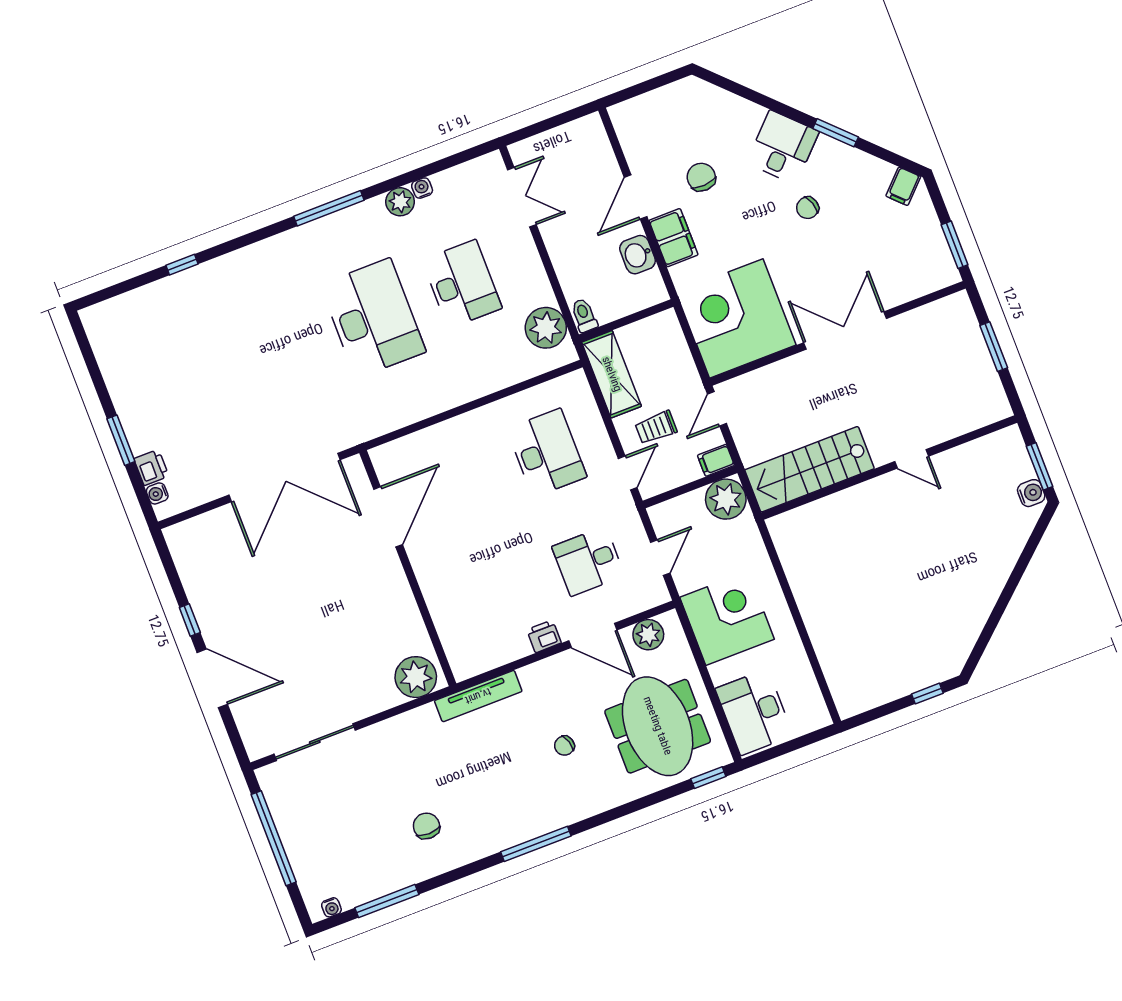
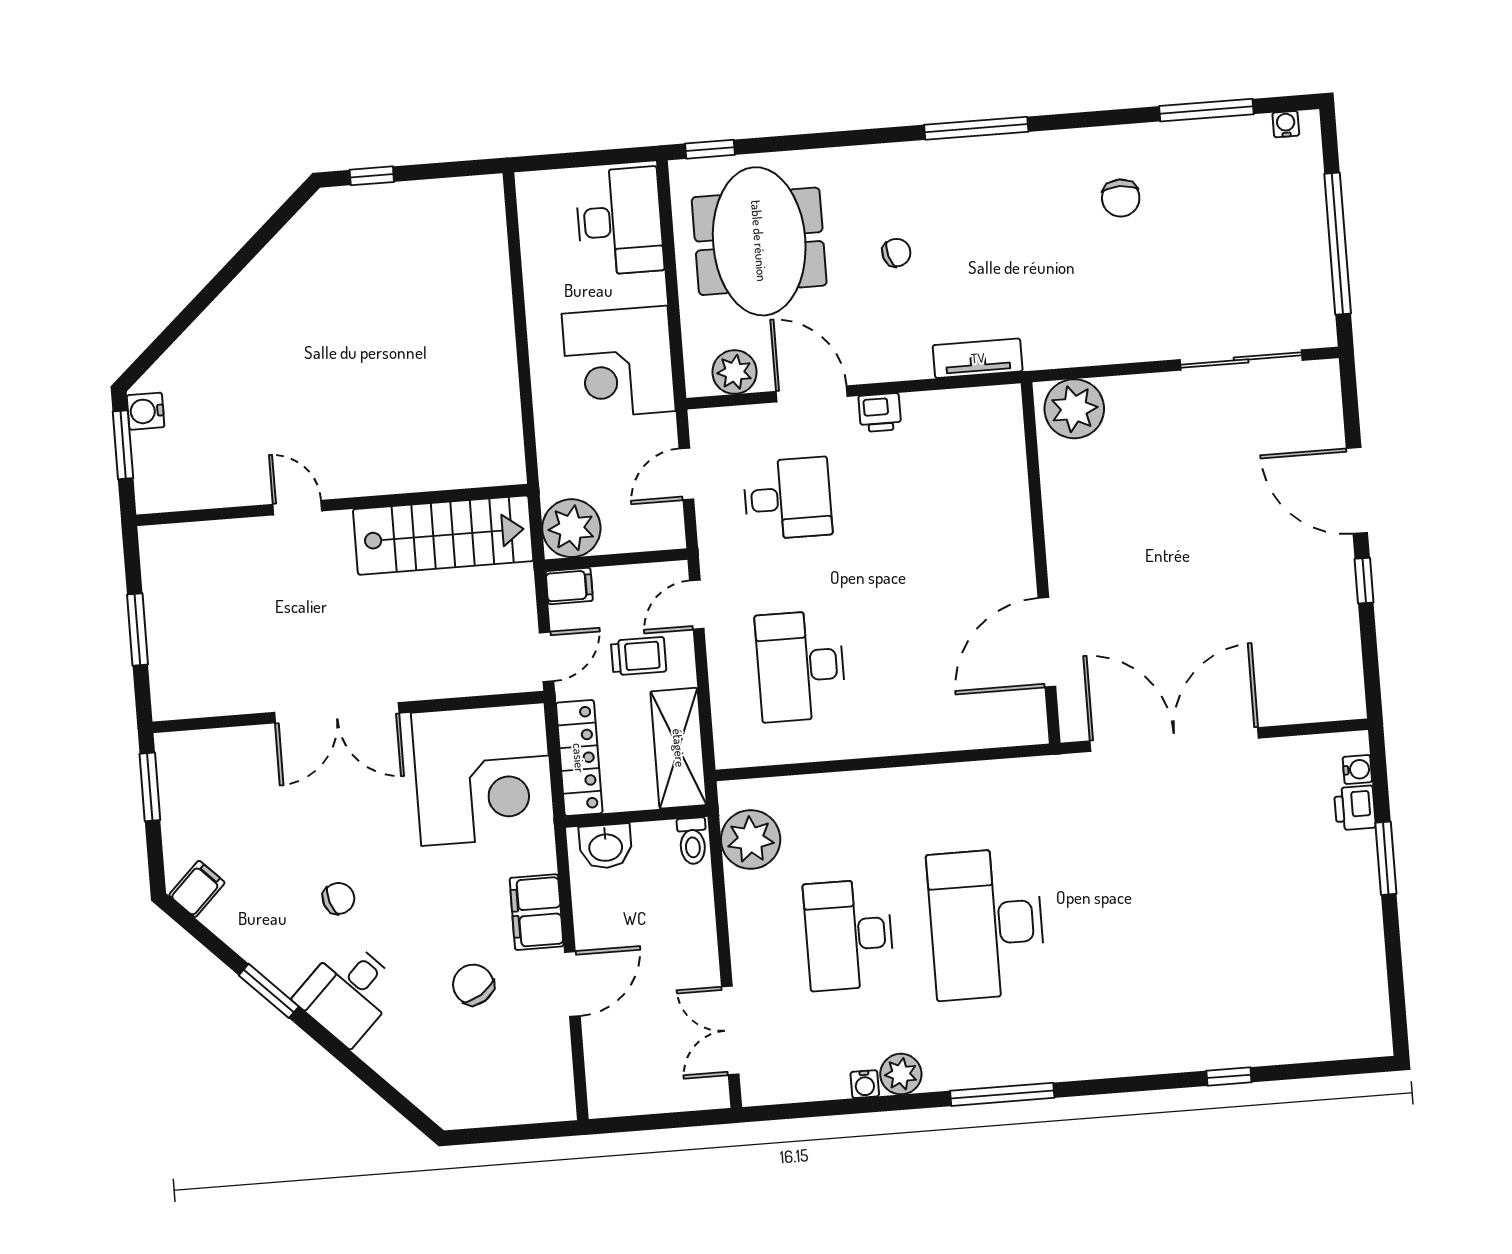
chair: (701, 177) -> (473, 985), turned 150
washbasin: (638, 255) -> (606, 846), moved, turned 90
locker: (675, 348) -> (579, 758), added
tv unit: (478, 696) -> (978, 358), width x0.71

